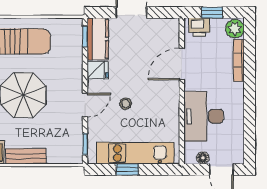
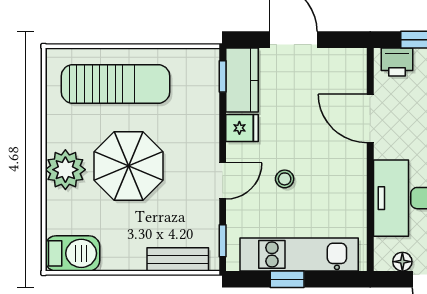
door: (182, 64) -> (370, 118), hinge flipped
bench: (26, 156) -> (178, 259), moved

